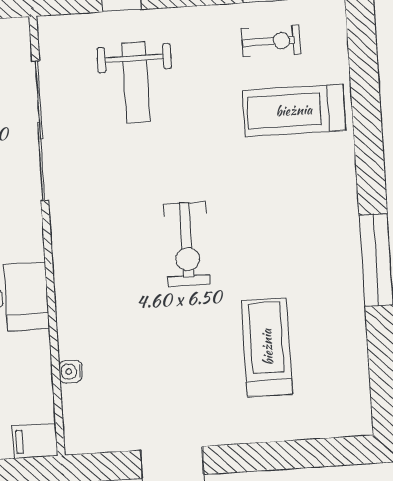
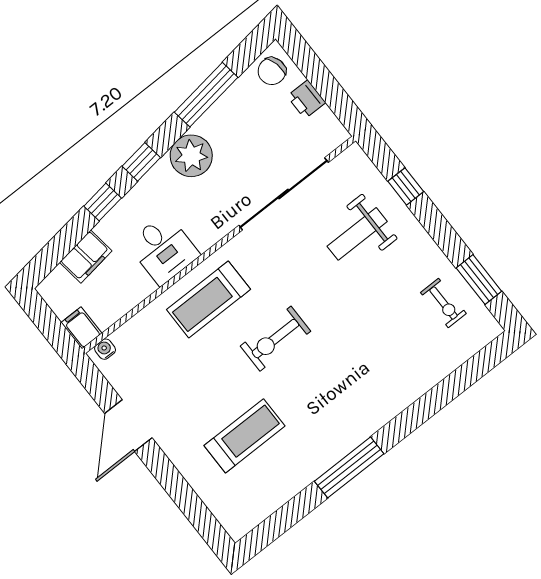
treadmill: (294, 110) -> (209, 299), moved, turned -90
water cooler: (71, 372) -> (105, 349), moved

